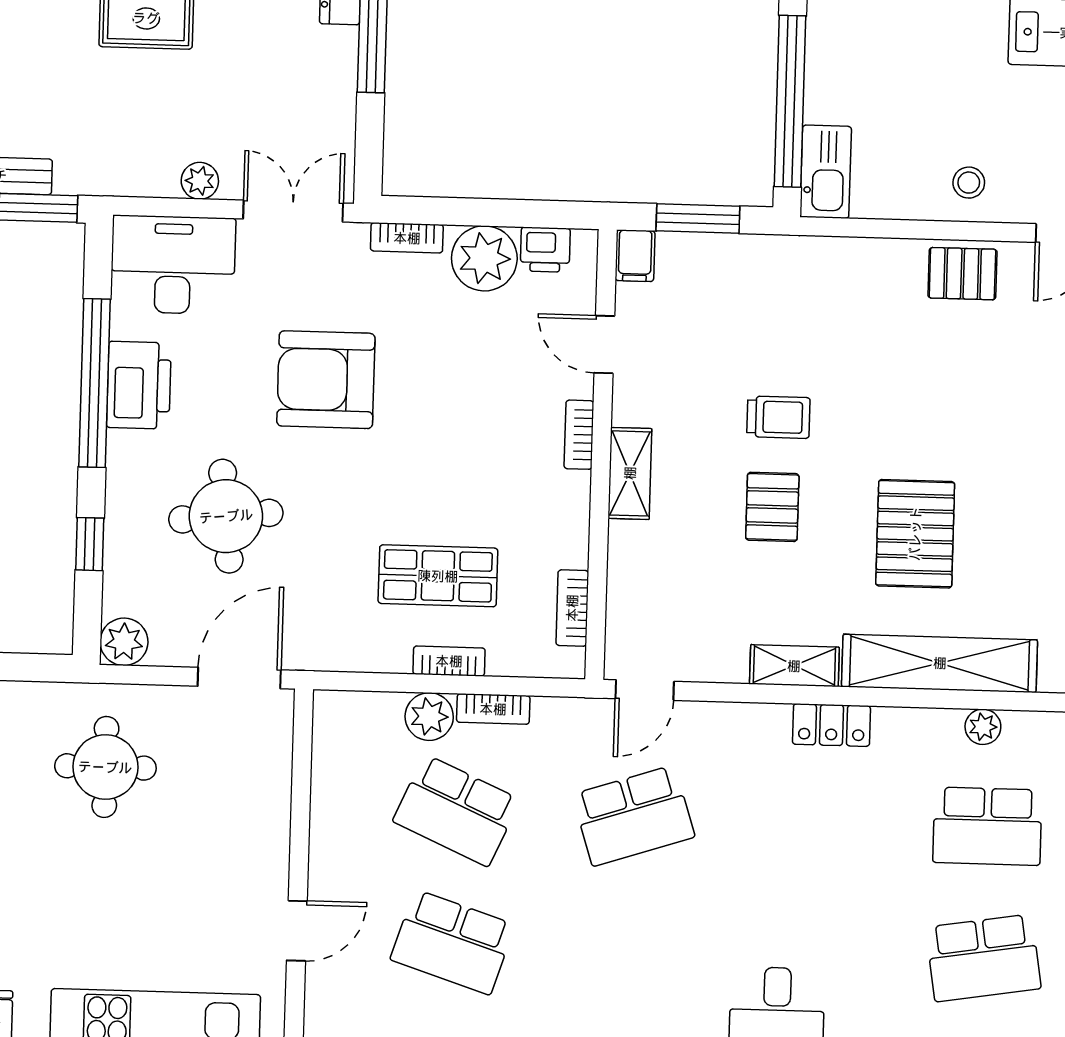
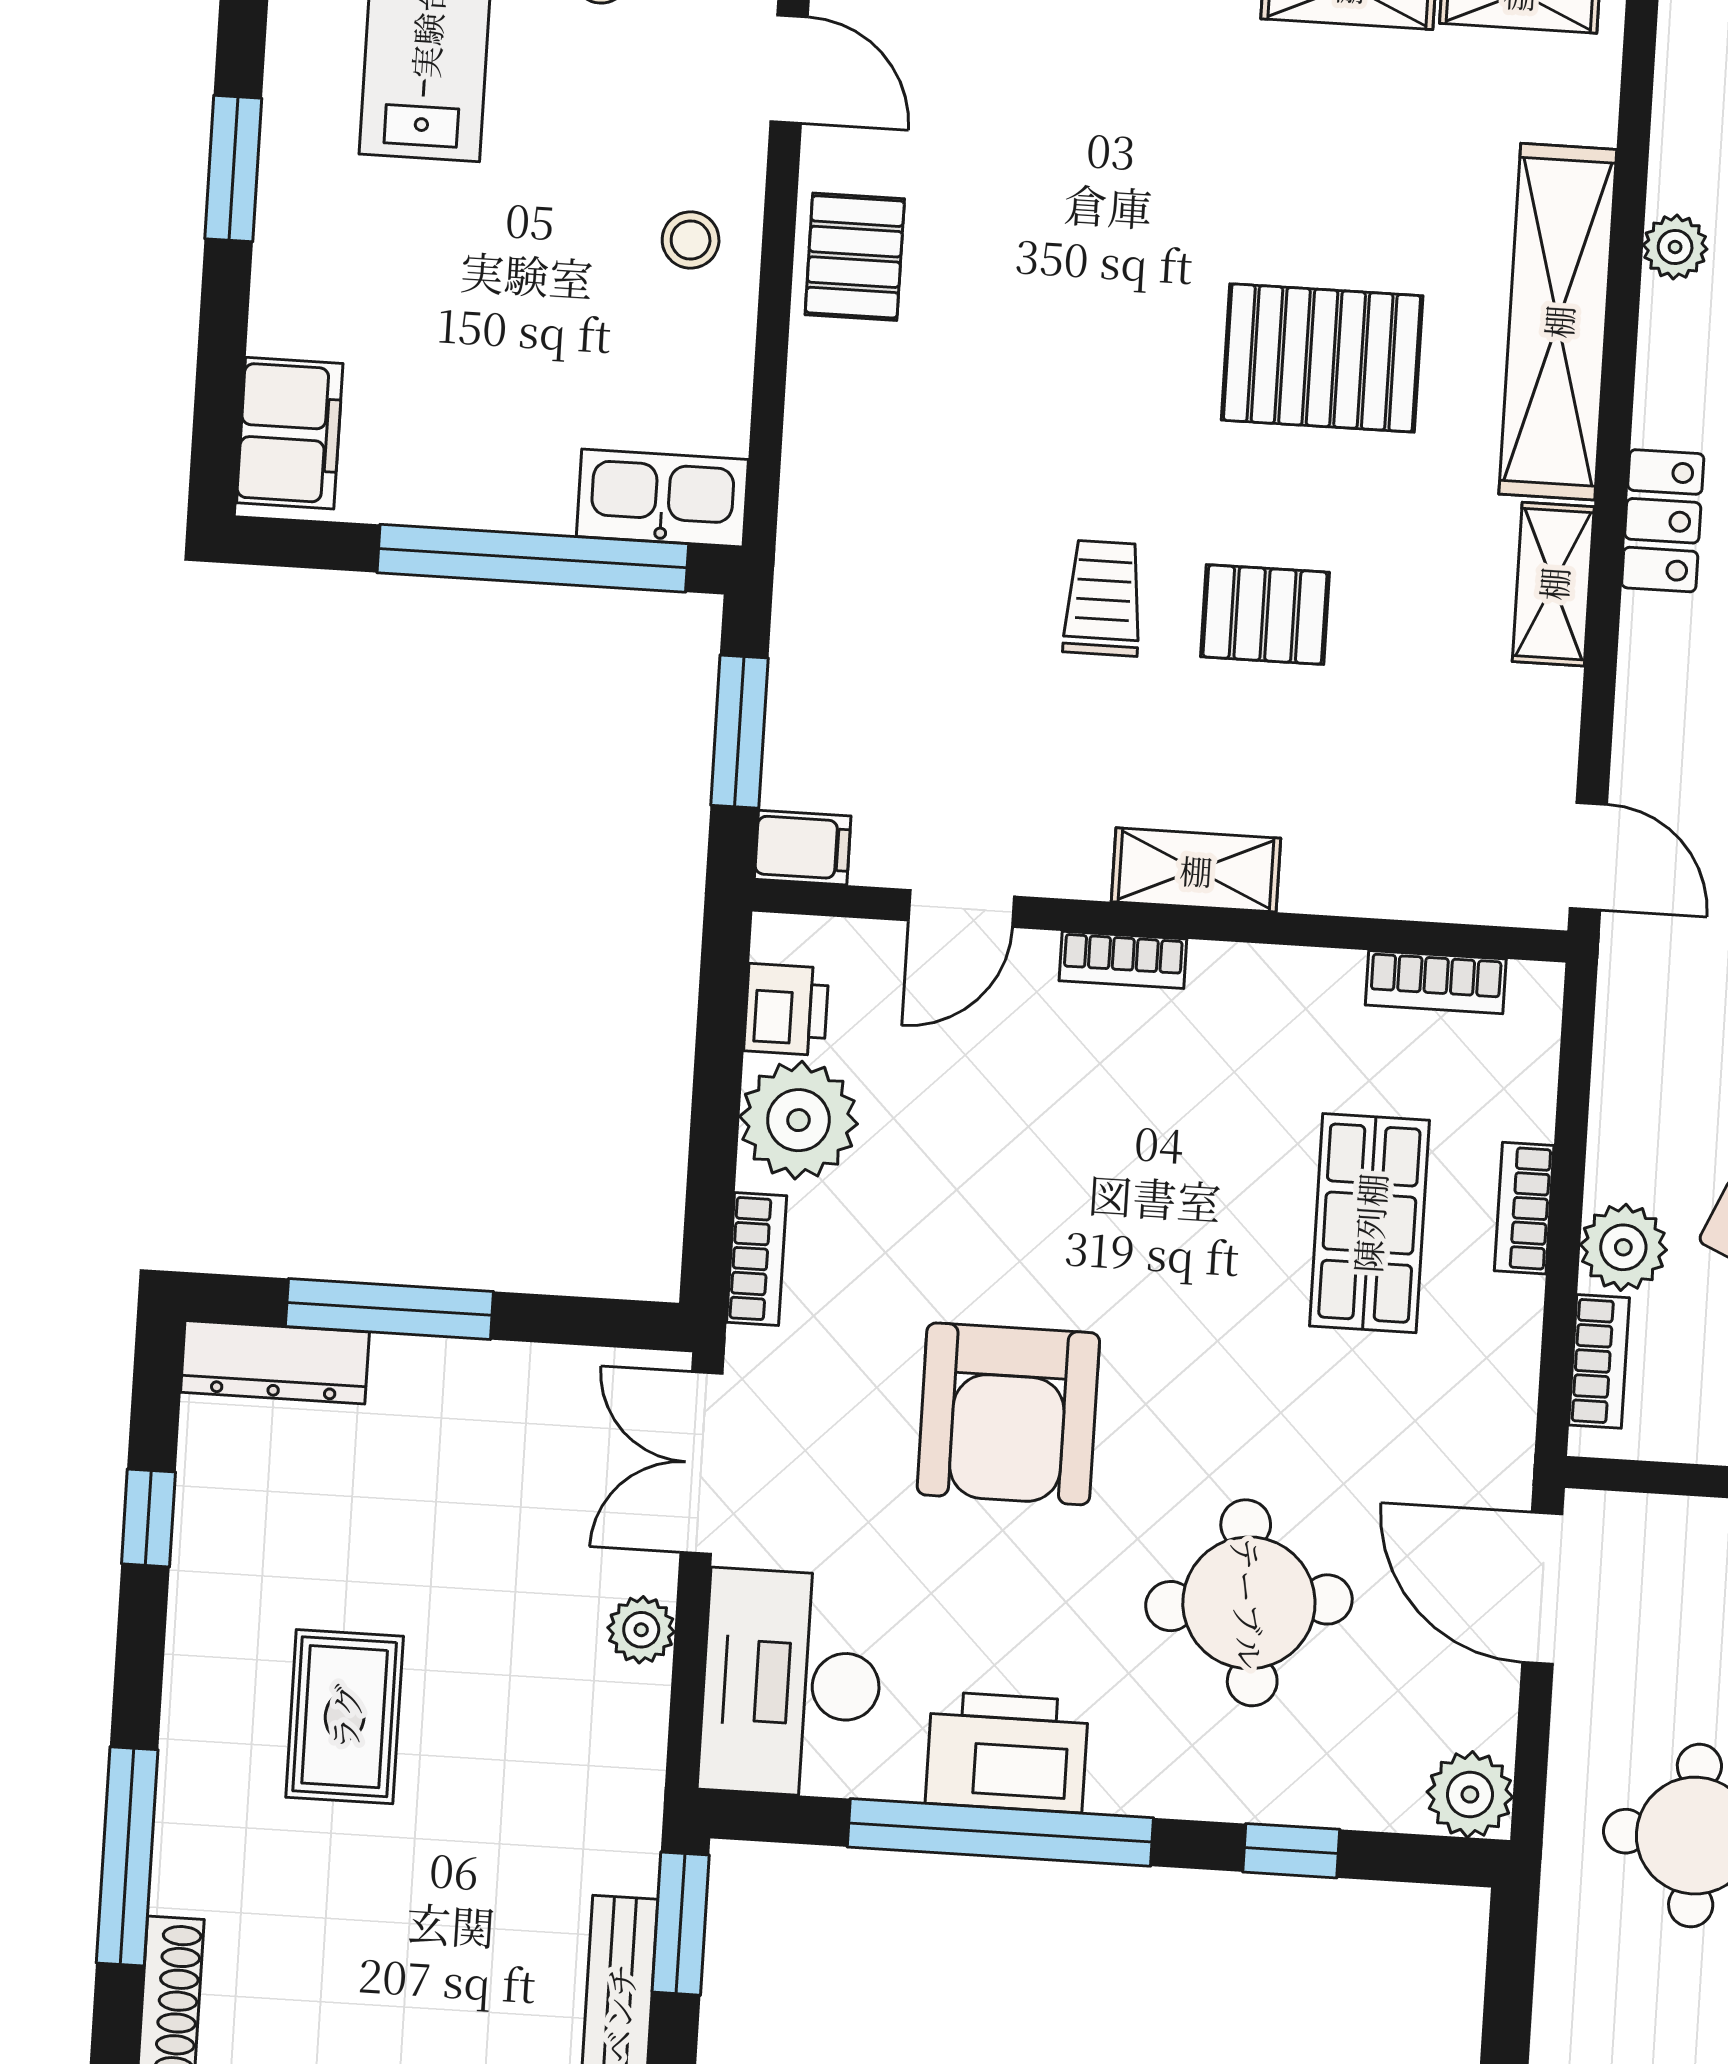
bookcase: (493, 709) -> (1599, 1361), moved

